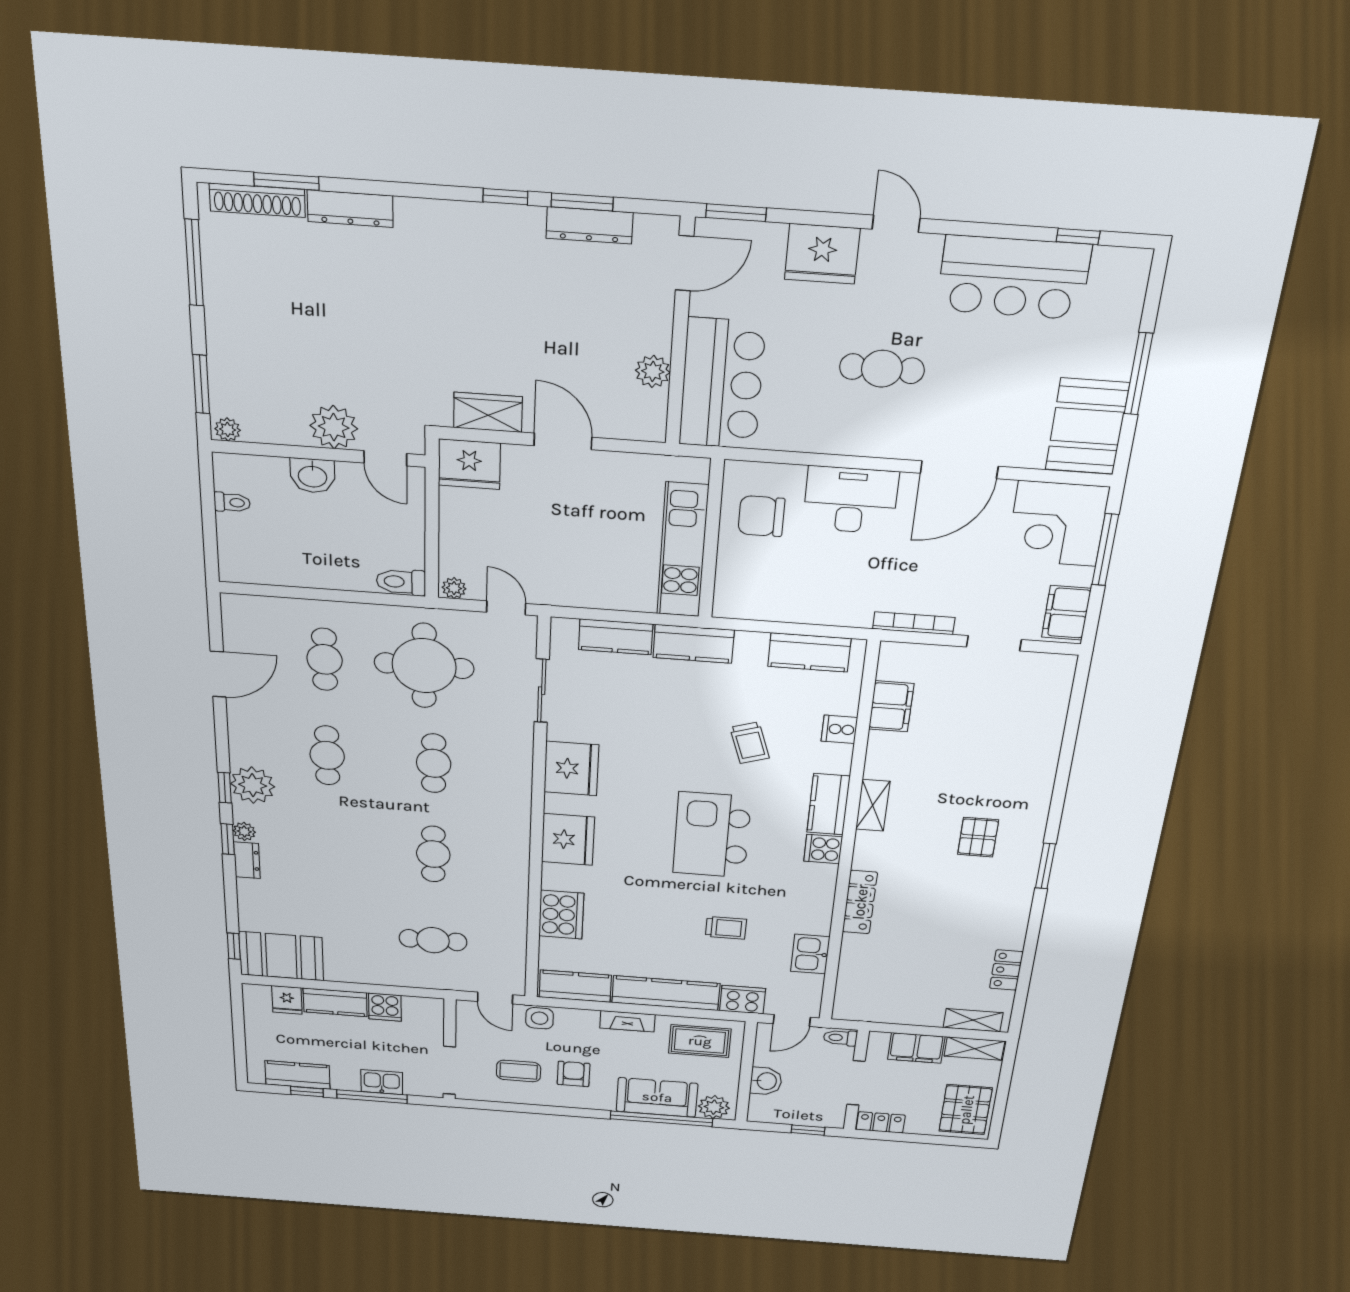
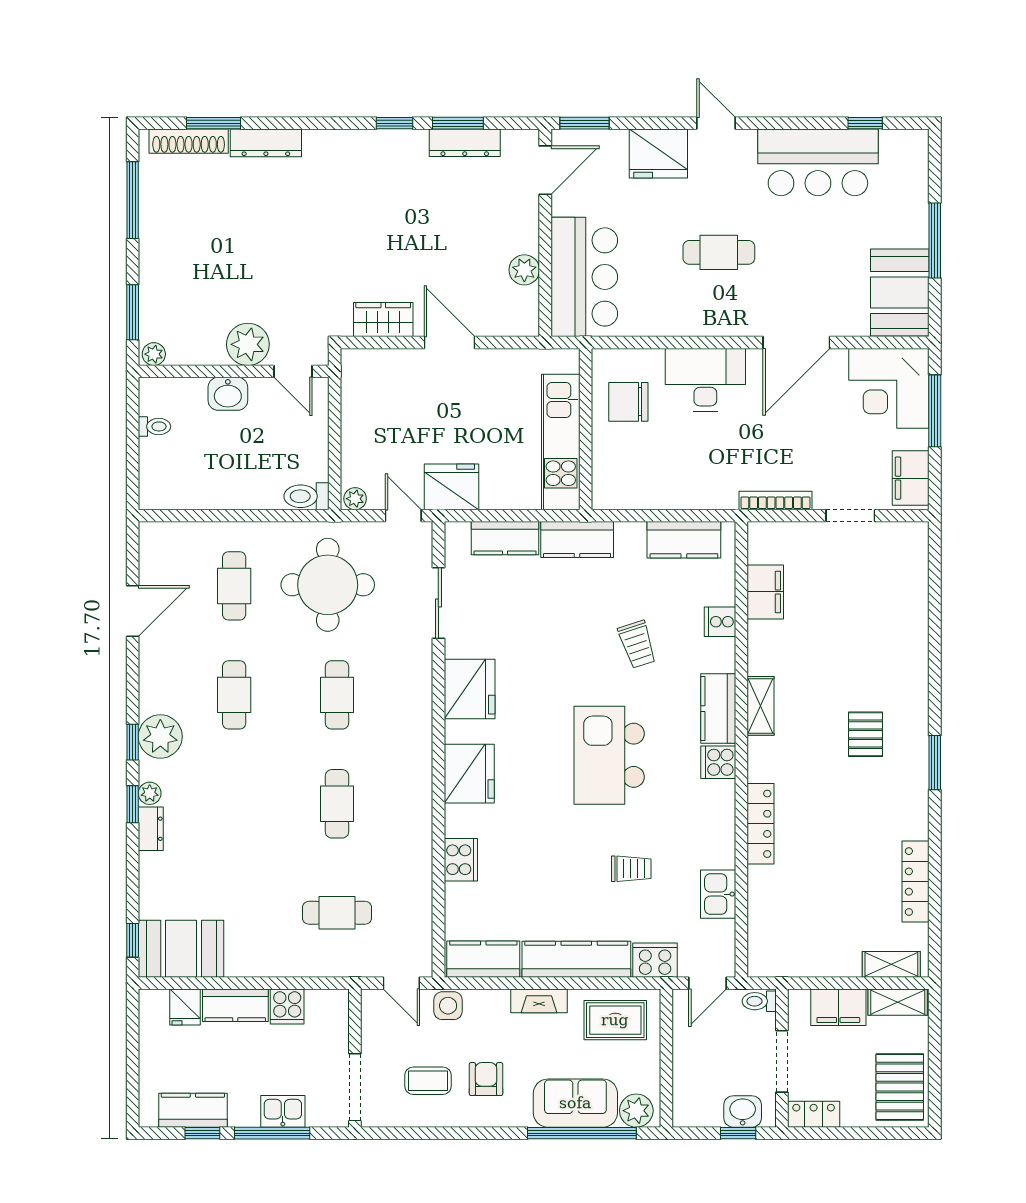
fridge: (469, 464) -> (451, 487), moved, turned 180
cooker: (561, 915) -> (461, 860), width x0.73, depth x0.76
locker: (1006, 970) -> (916, 882), width x1.53
washbasin: (766, 1081) -> (743, 1111), moved, turned -90

